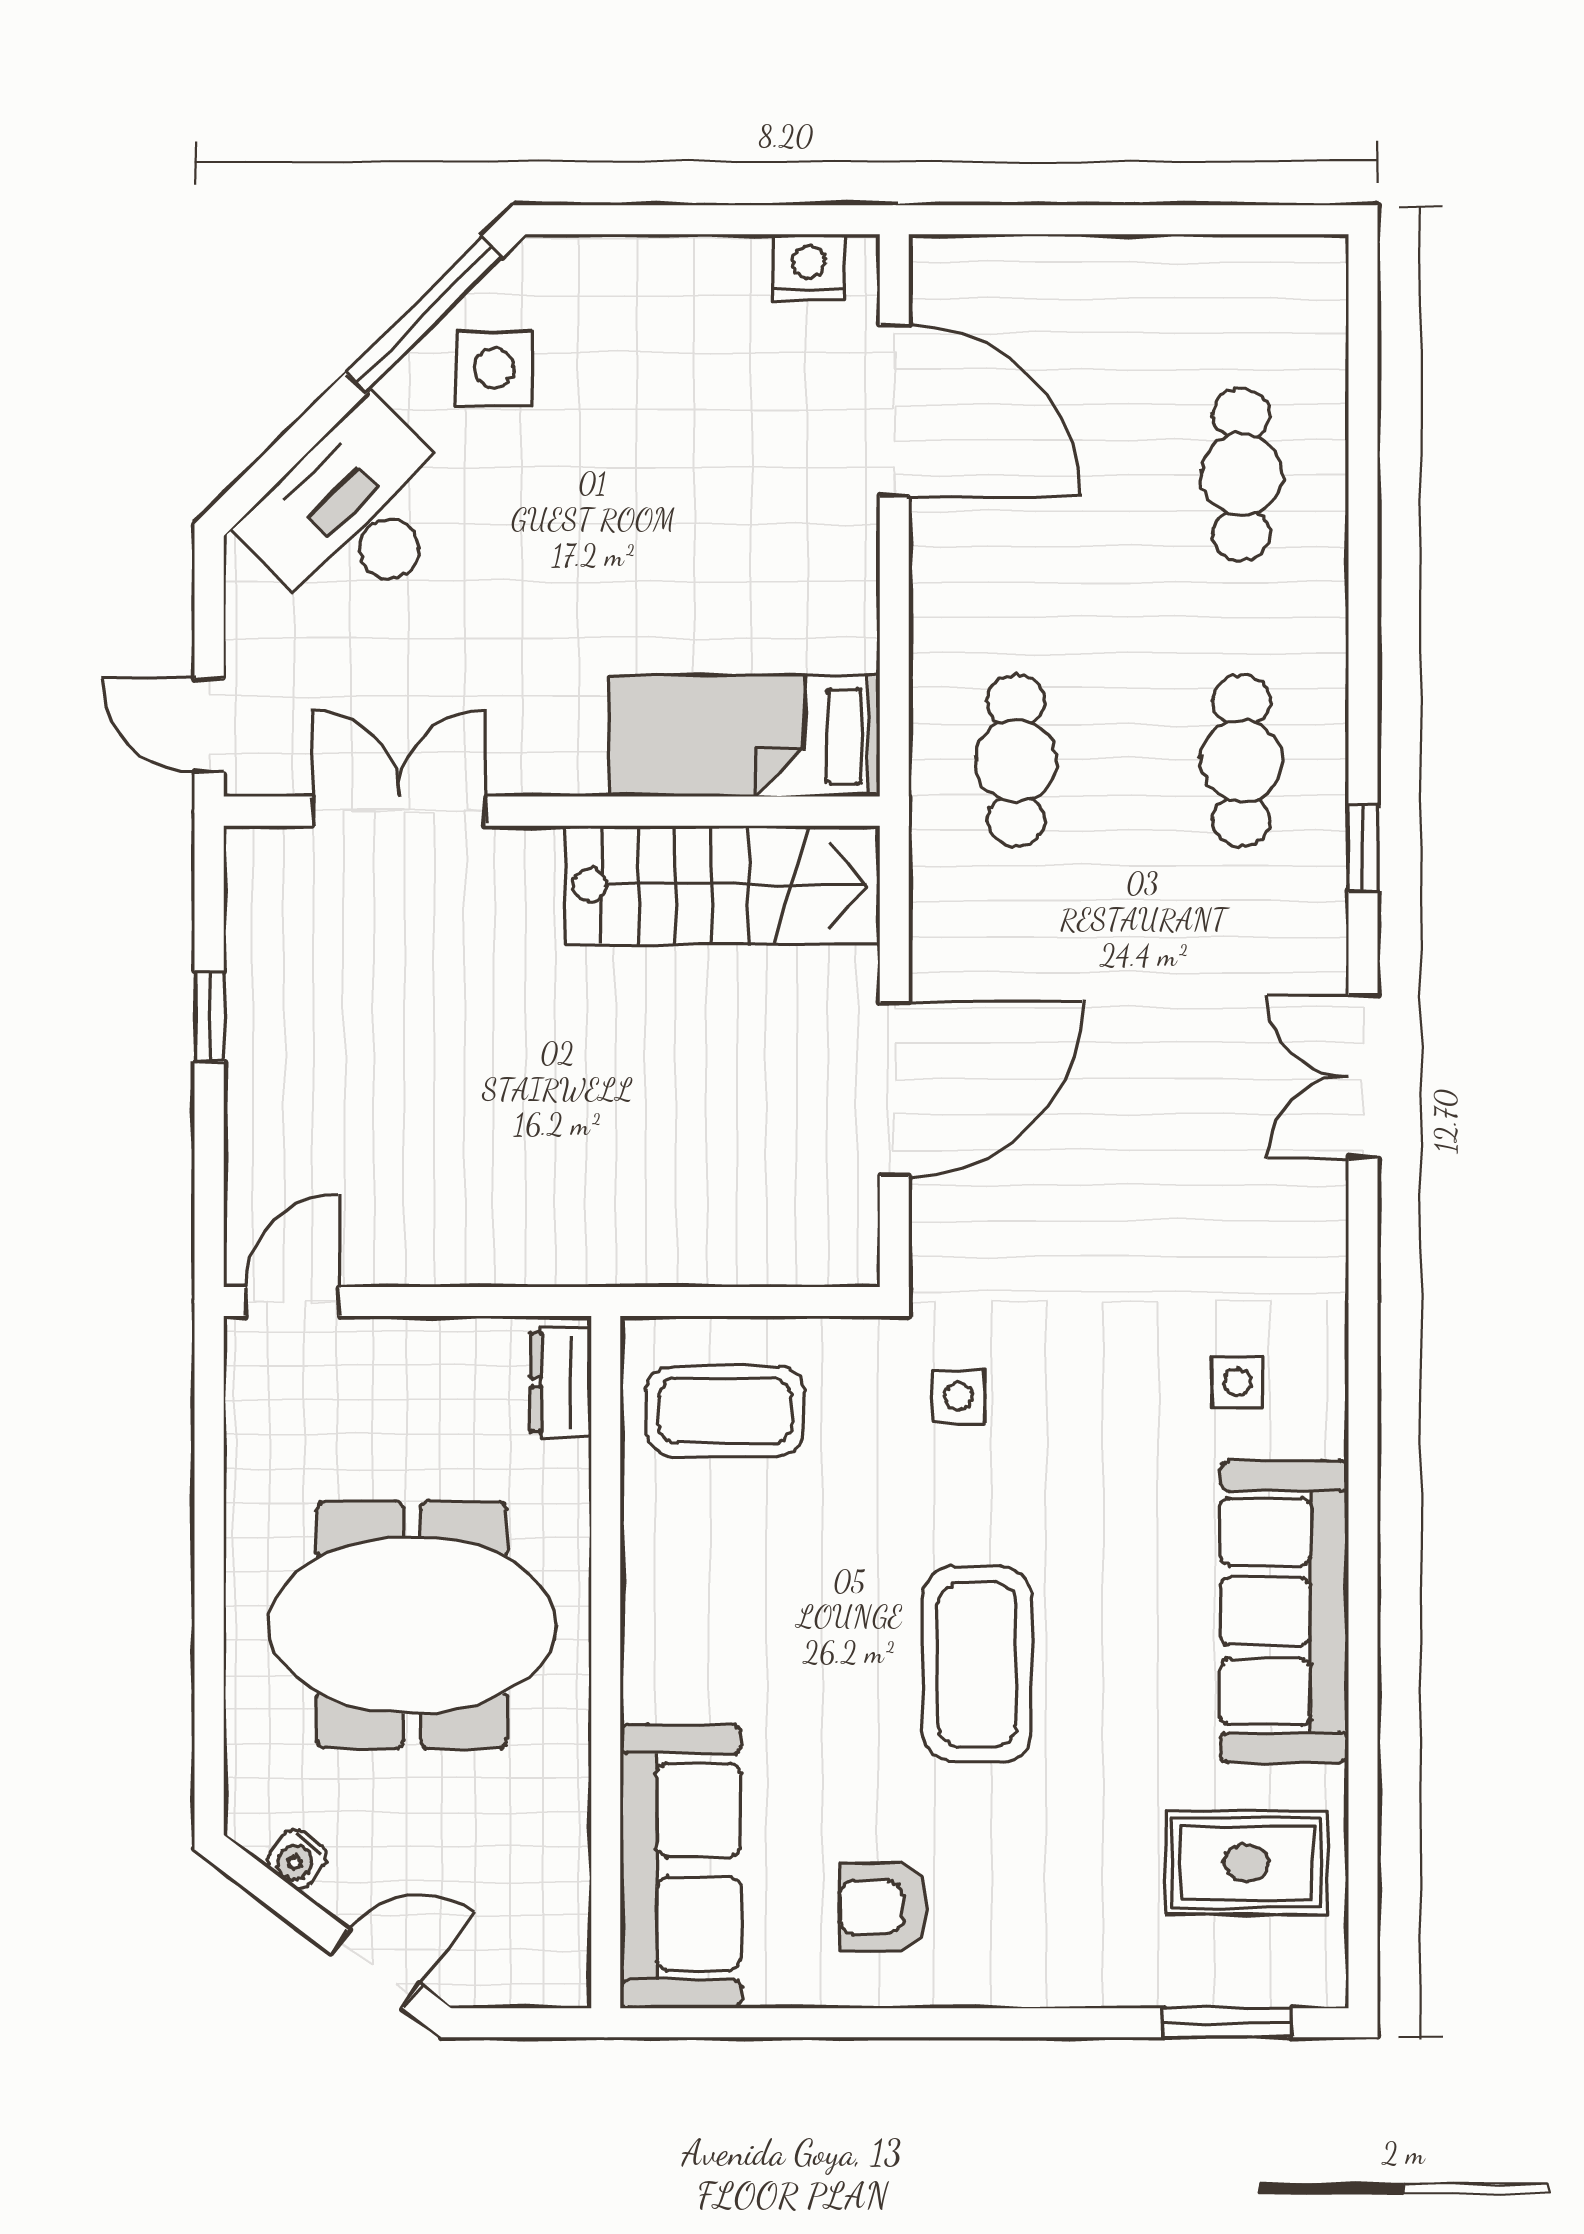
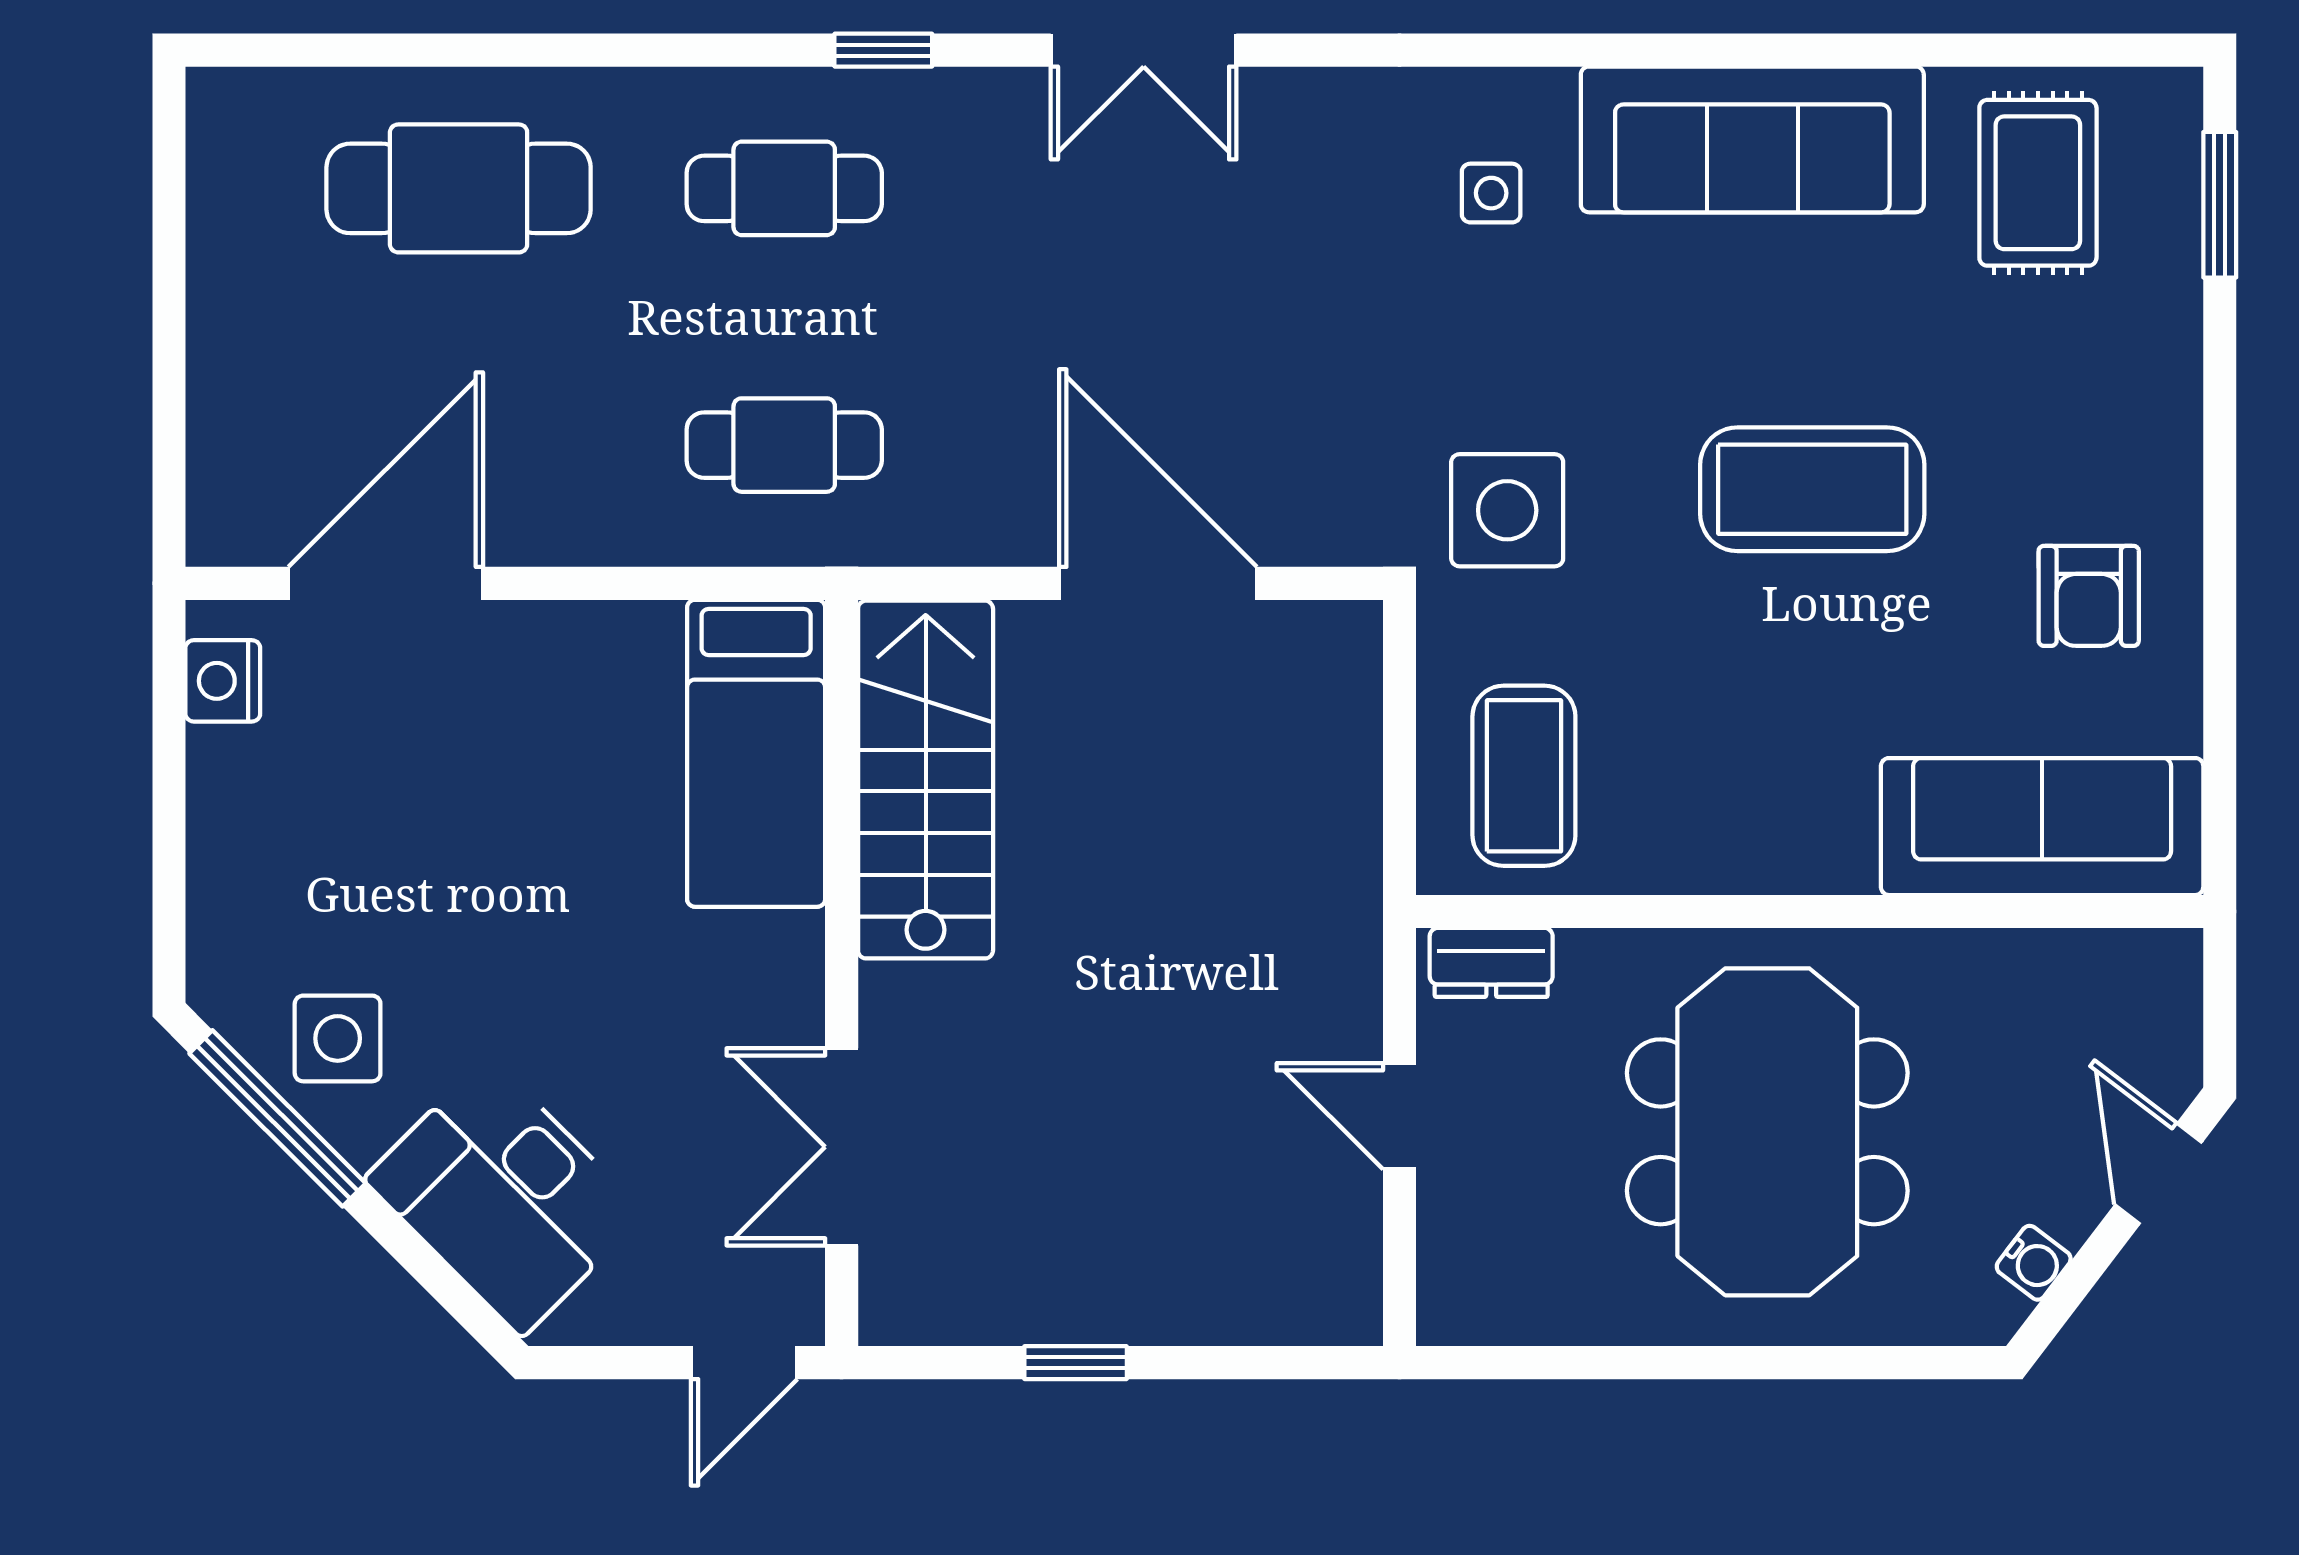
cafe table: (1242, 474) -> (459, 188), width x1.37, depth x1.35
door: (292, 1302) -> (1399, 1116), moved
side table: (959, 1396) -> (1507, 510), width x1.87, depth x1.87

